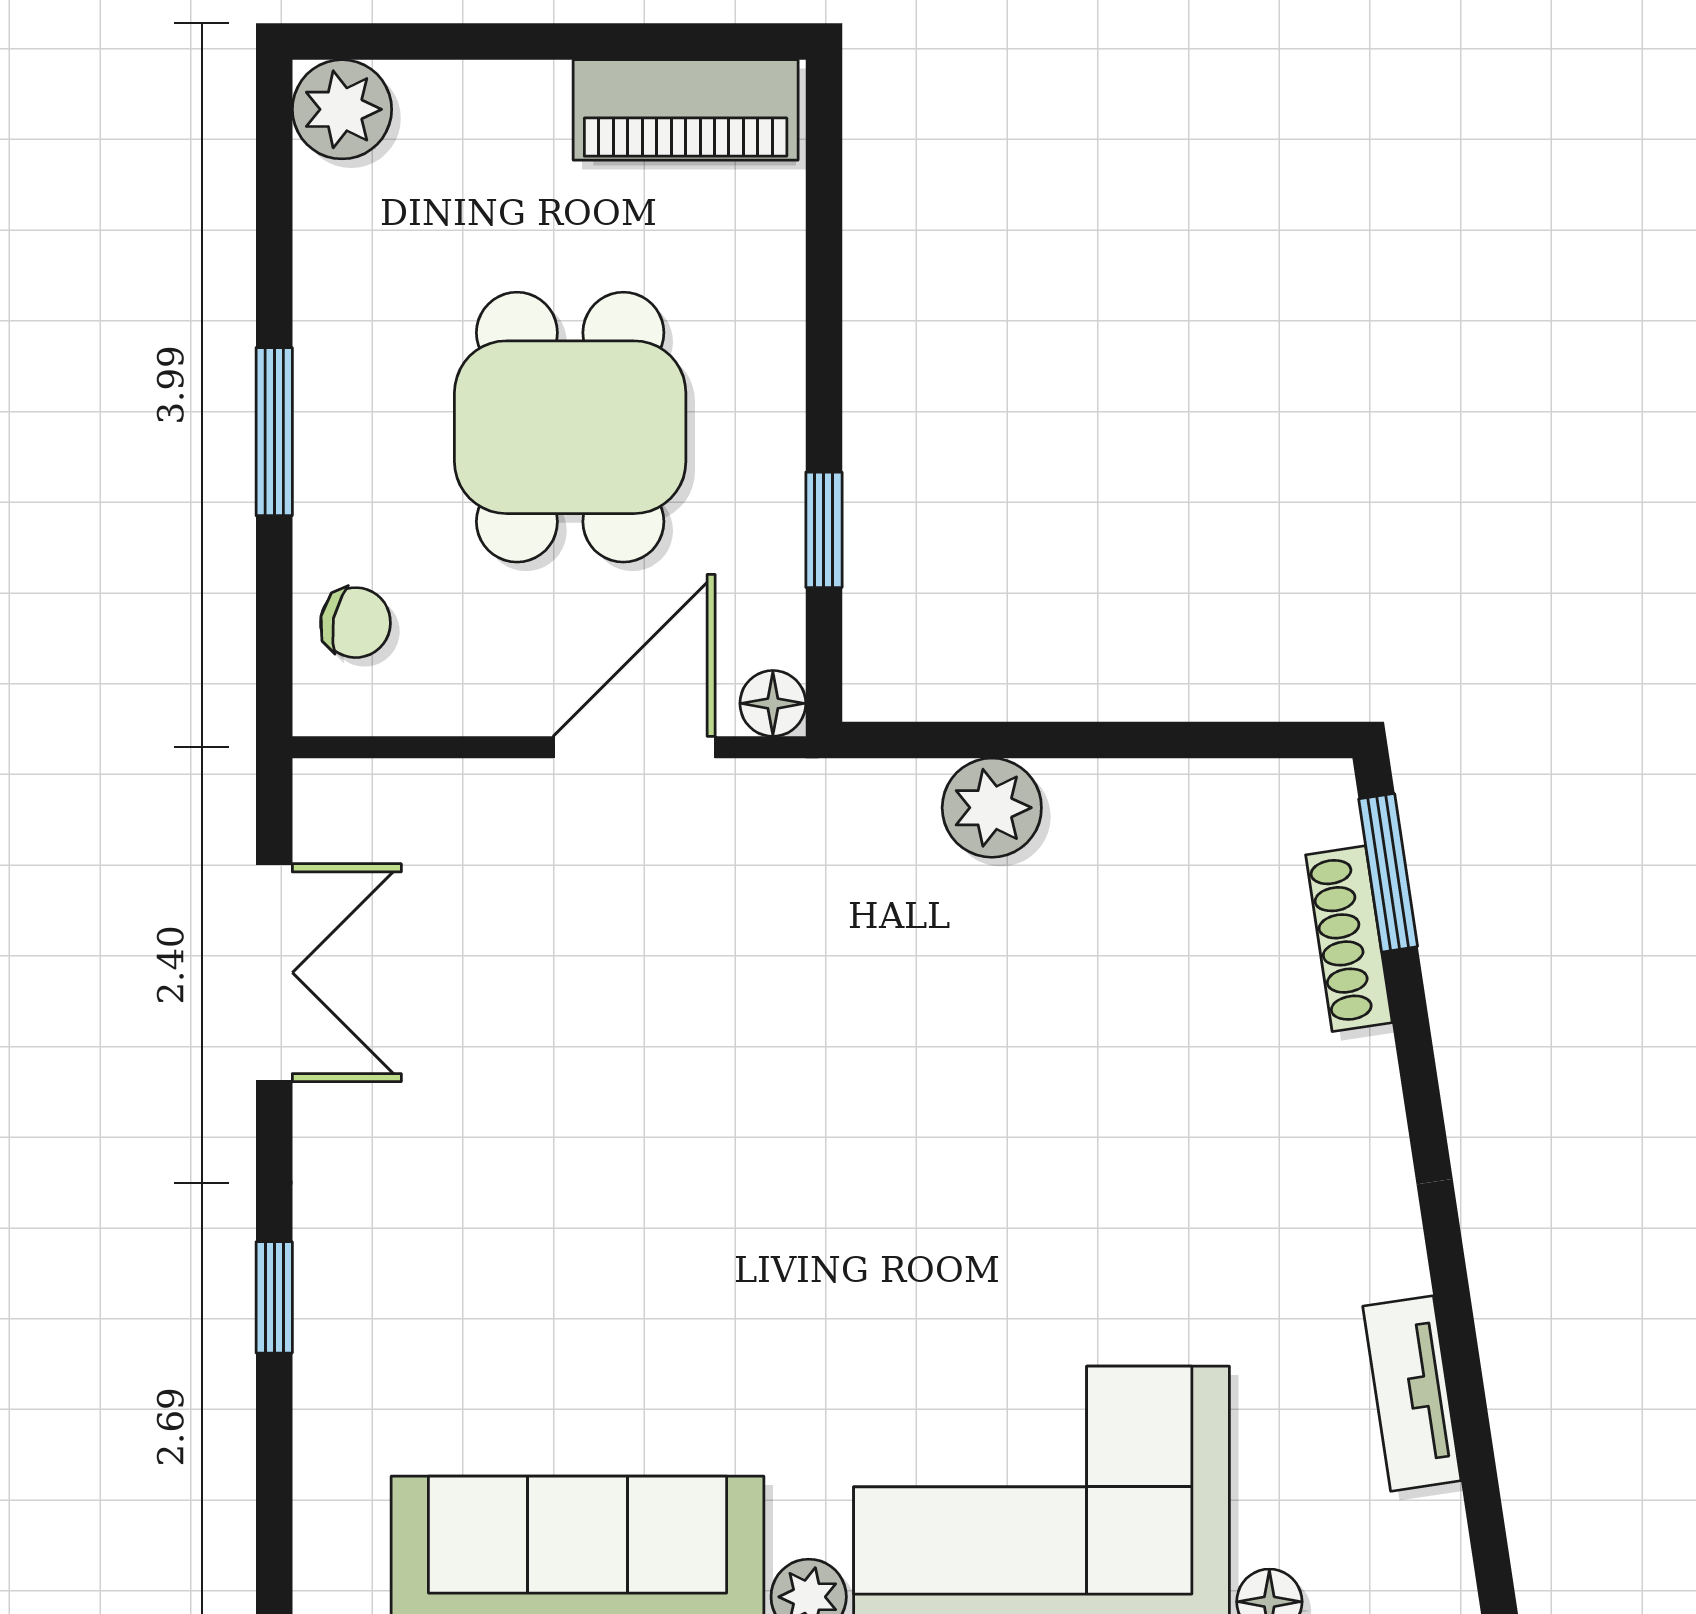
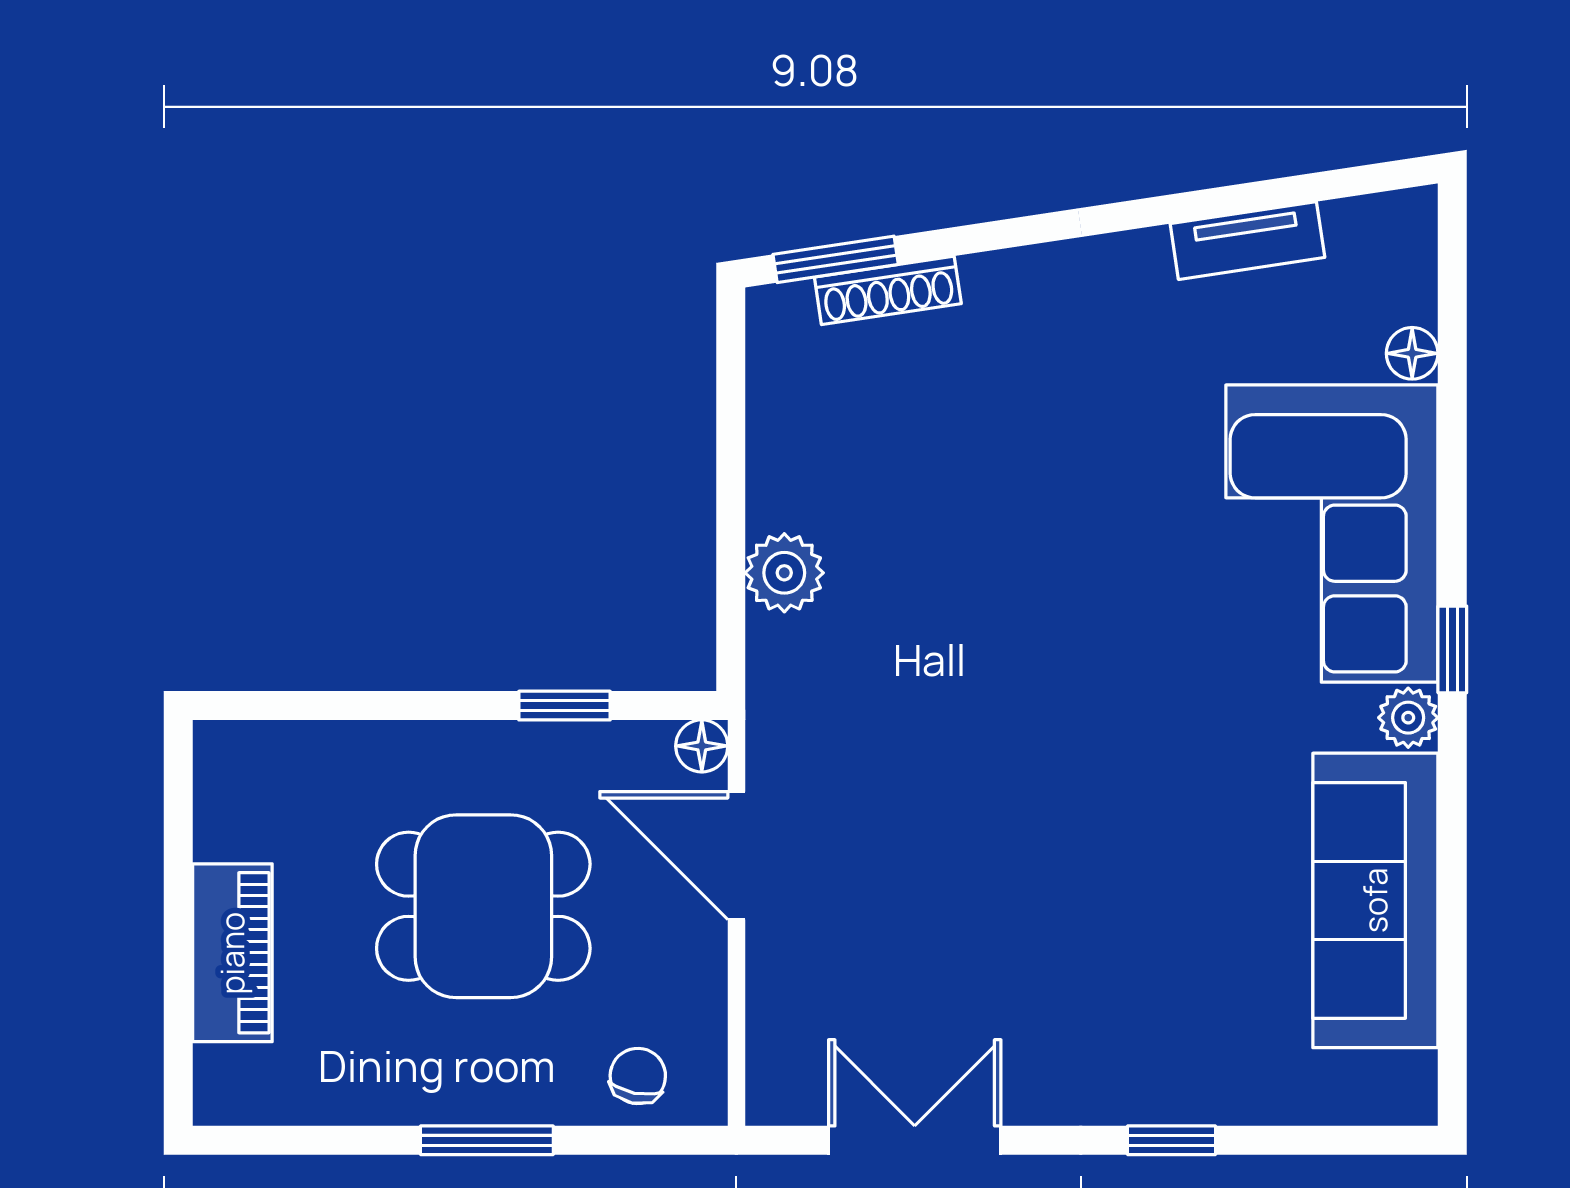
plant: (342, 109) -> (232, 1087), removed
piano: (686, 110) -> (232, 953), moved

